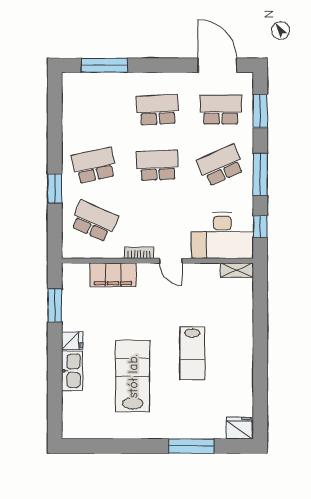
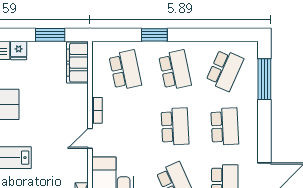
school desk: (94, 110) -> (225, 70), added
school desk: (94, 221) -> (125, 70), turned -36
filing cabinet: (113, 275) -> (77, 63), moved

